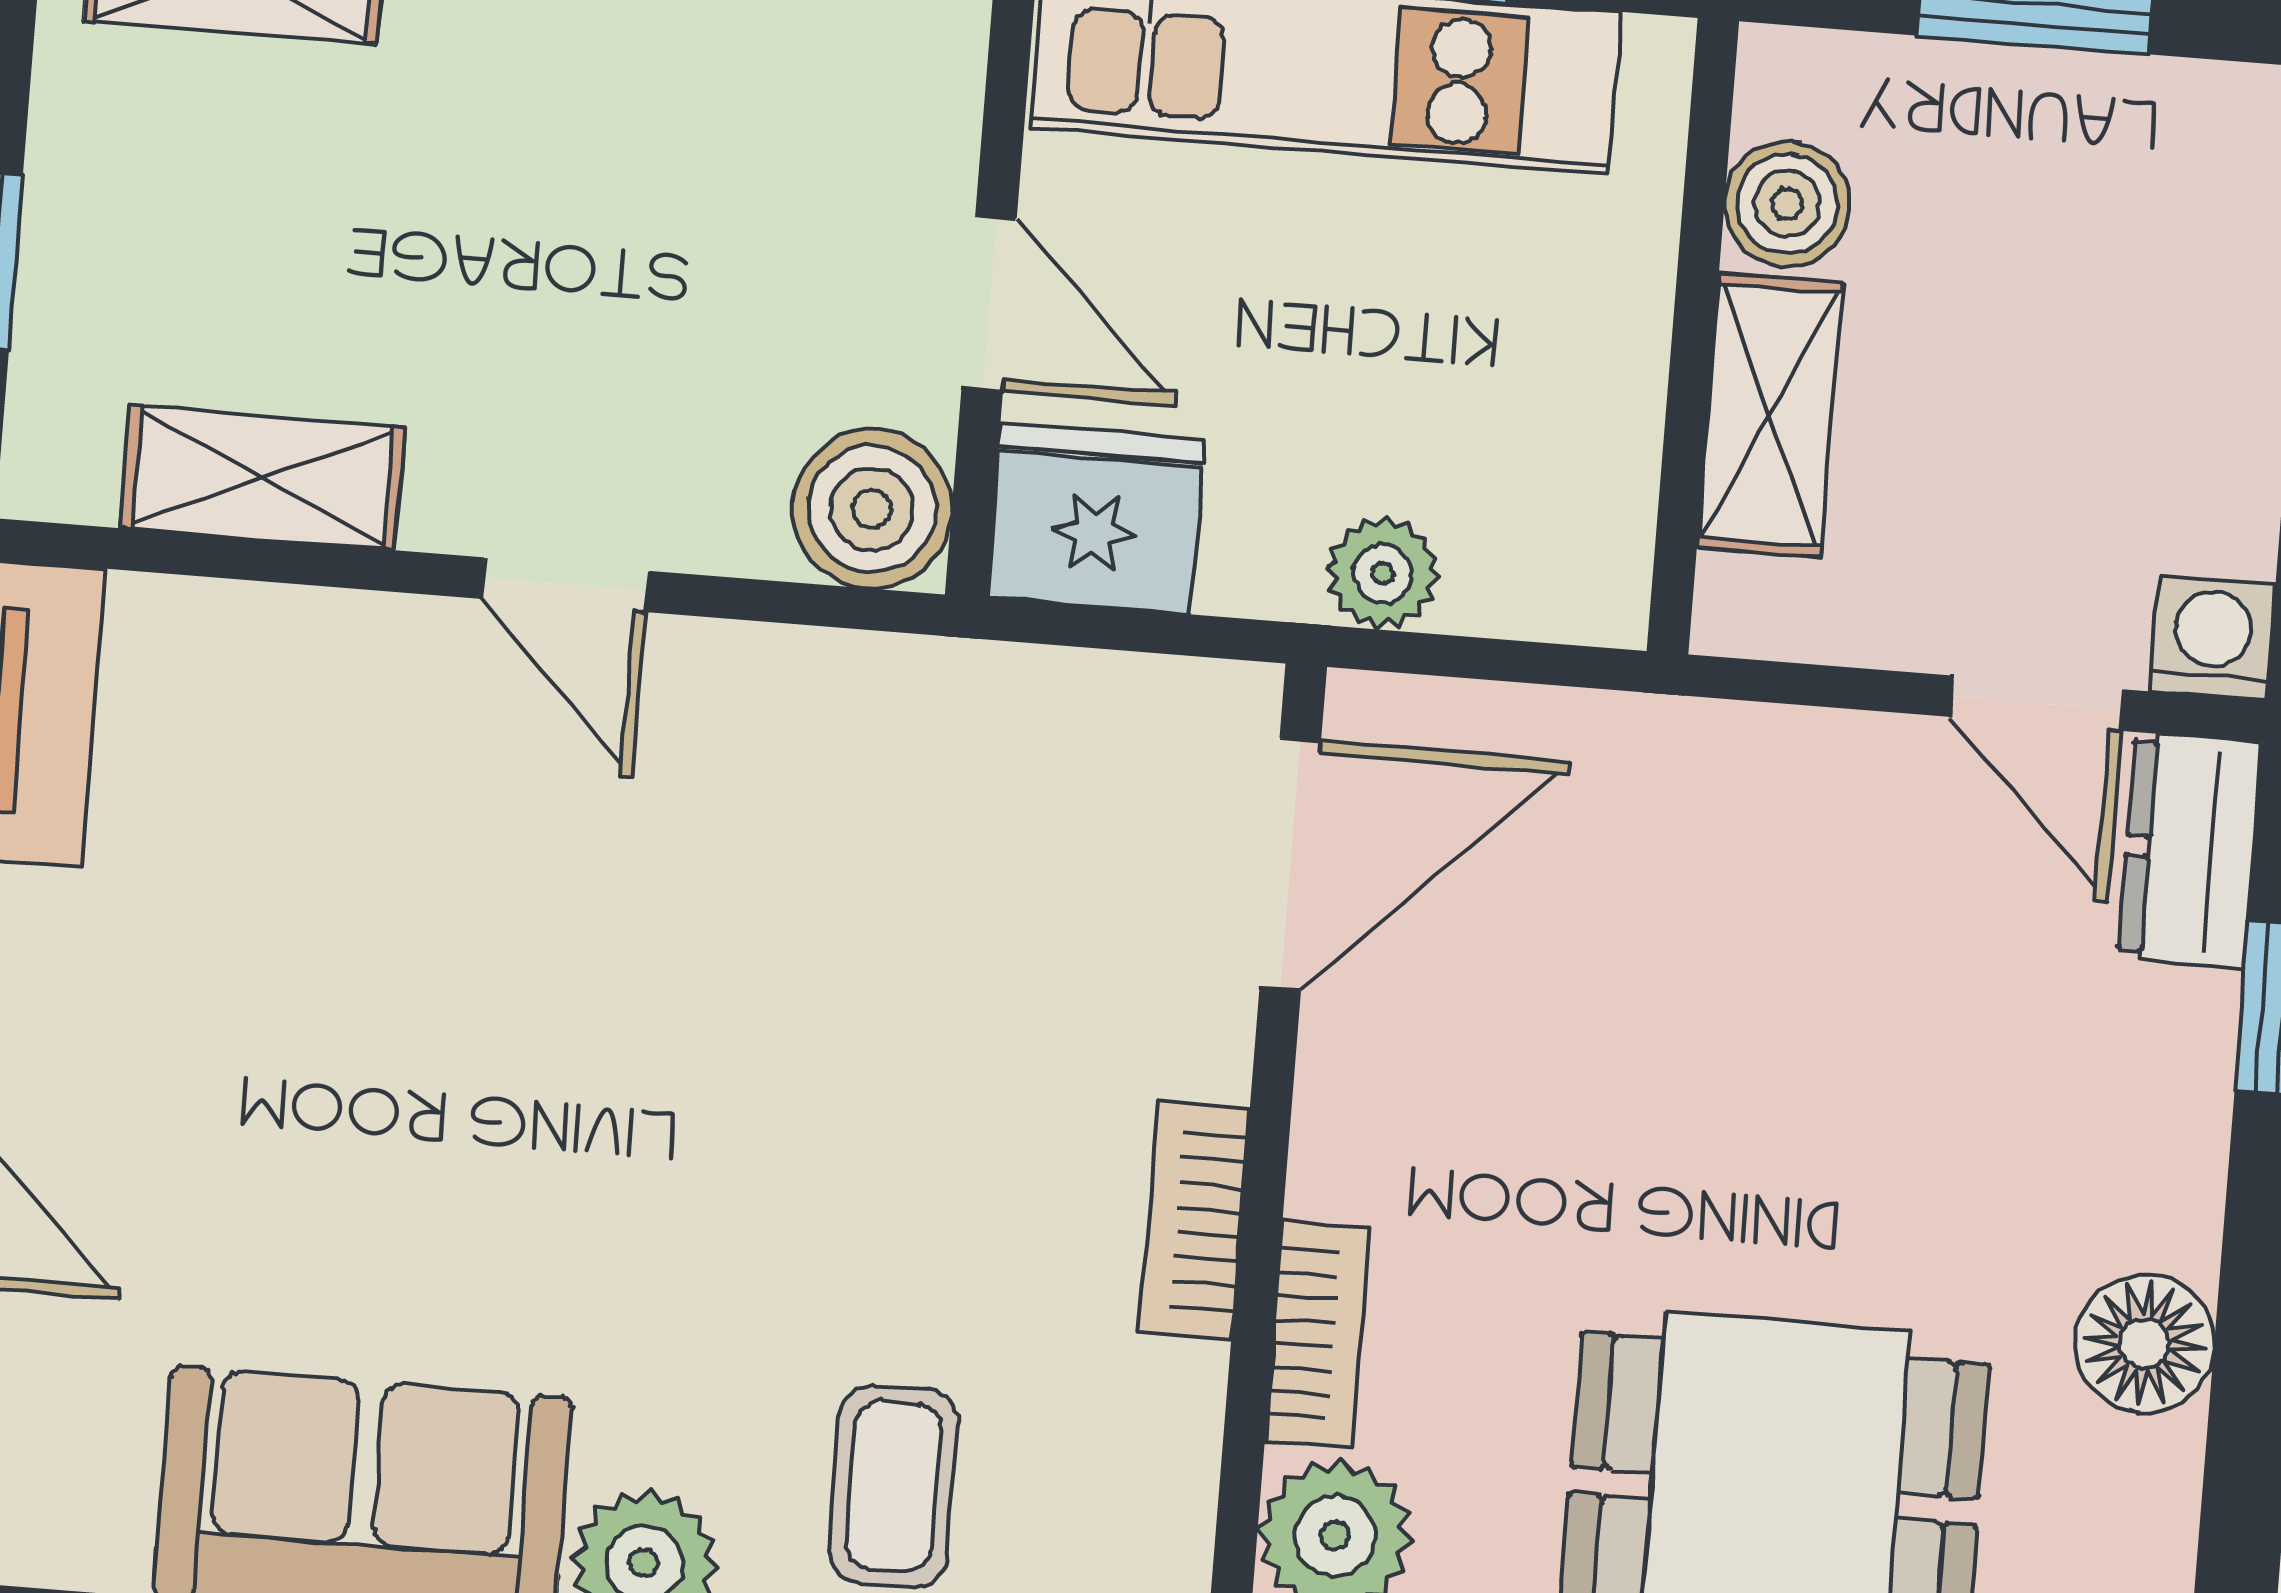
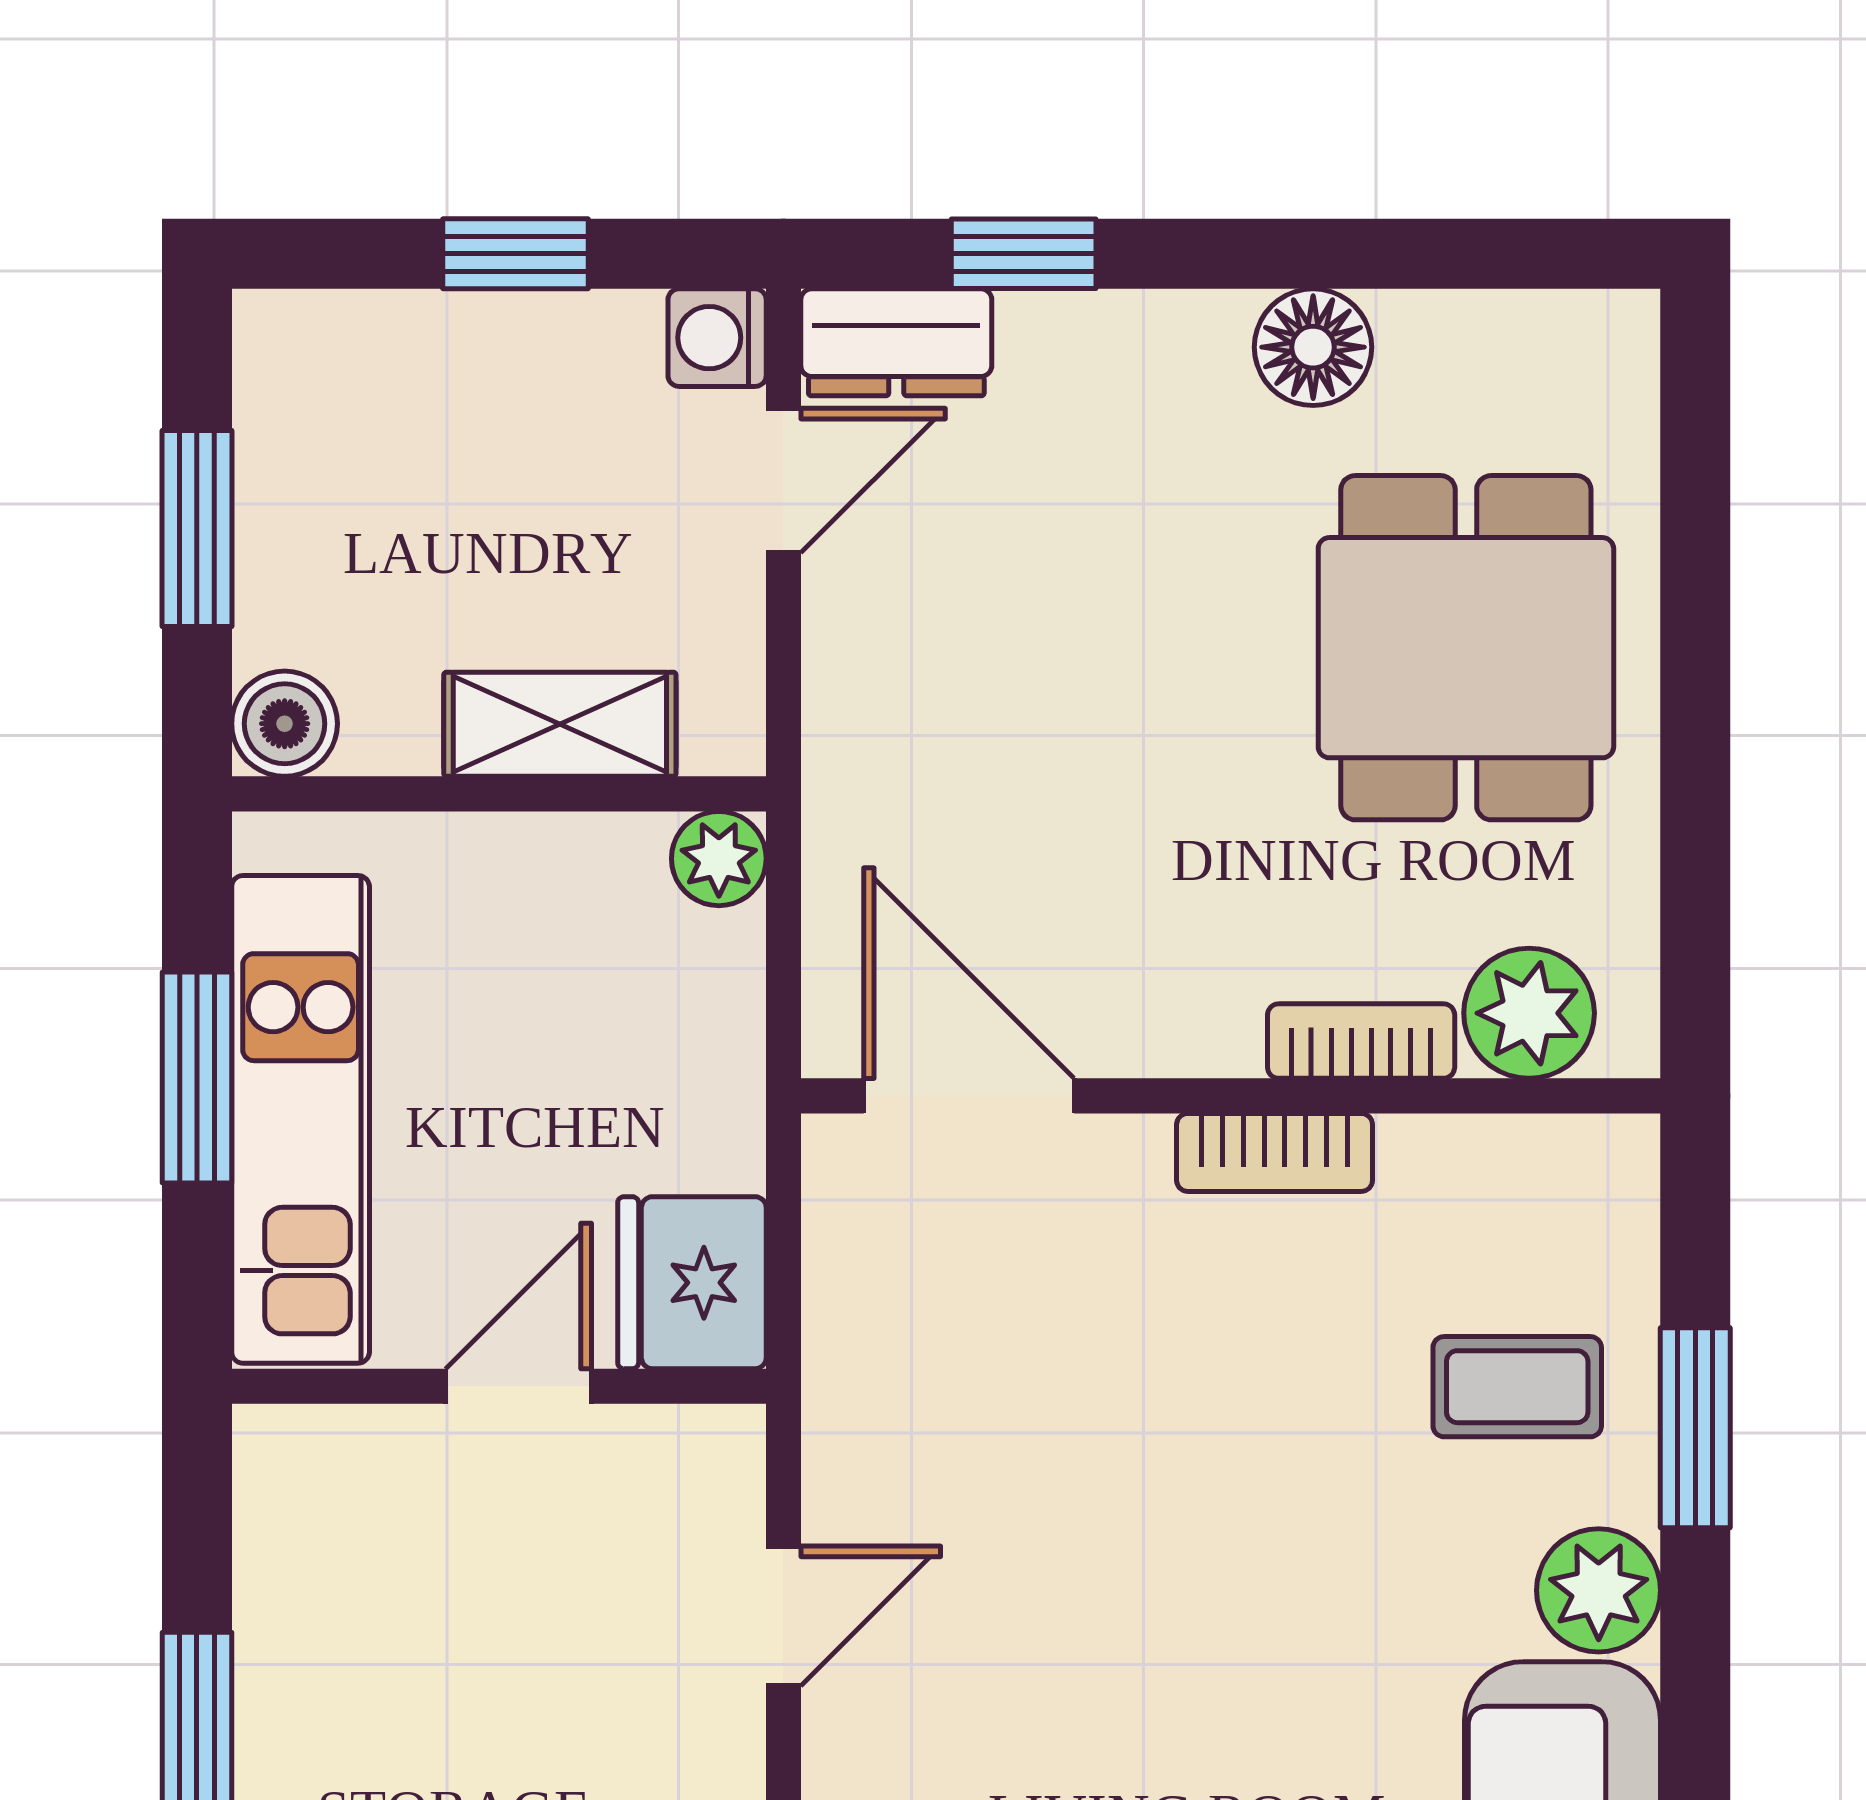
boiler: (1787, 204) -> (285, 724), moved
boiler: (872, 509) -> (699, 1471), removed
plant: (1383, 573) -> (719, 859), moved
door: (565, 585) -> (783, 1616), moved

